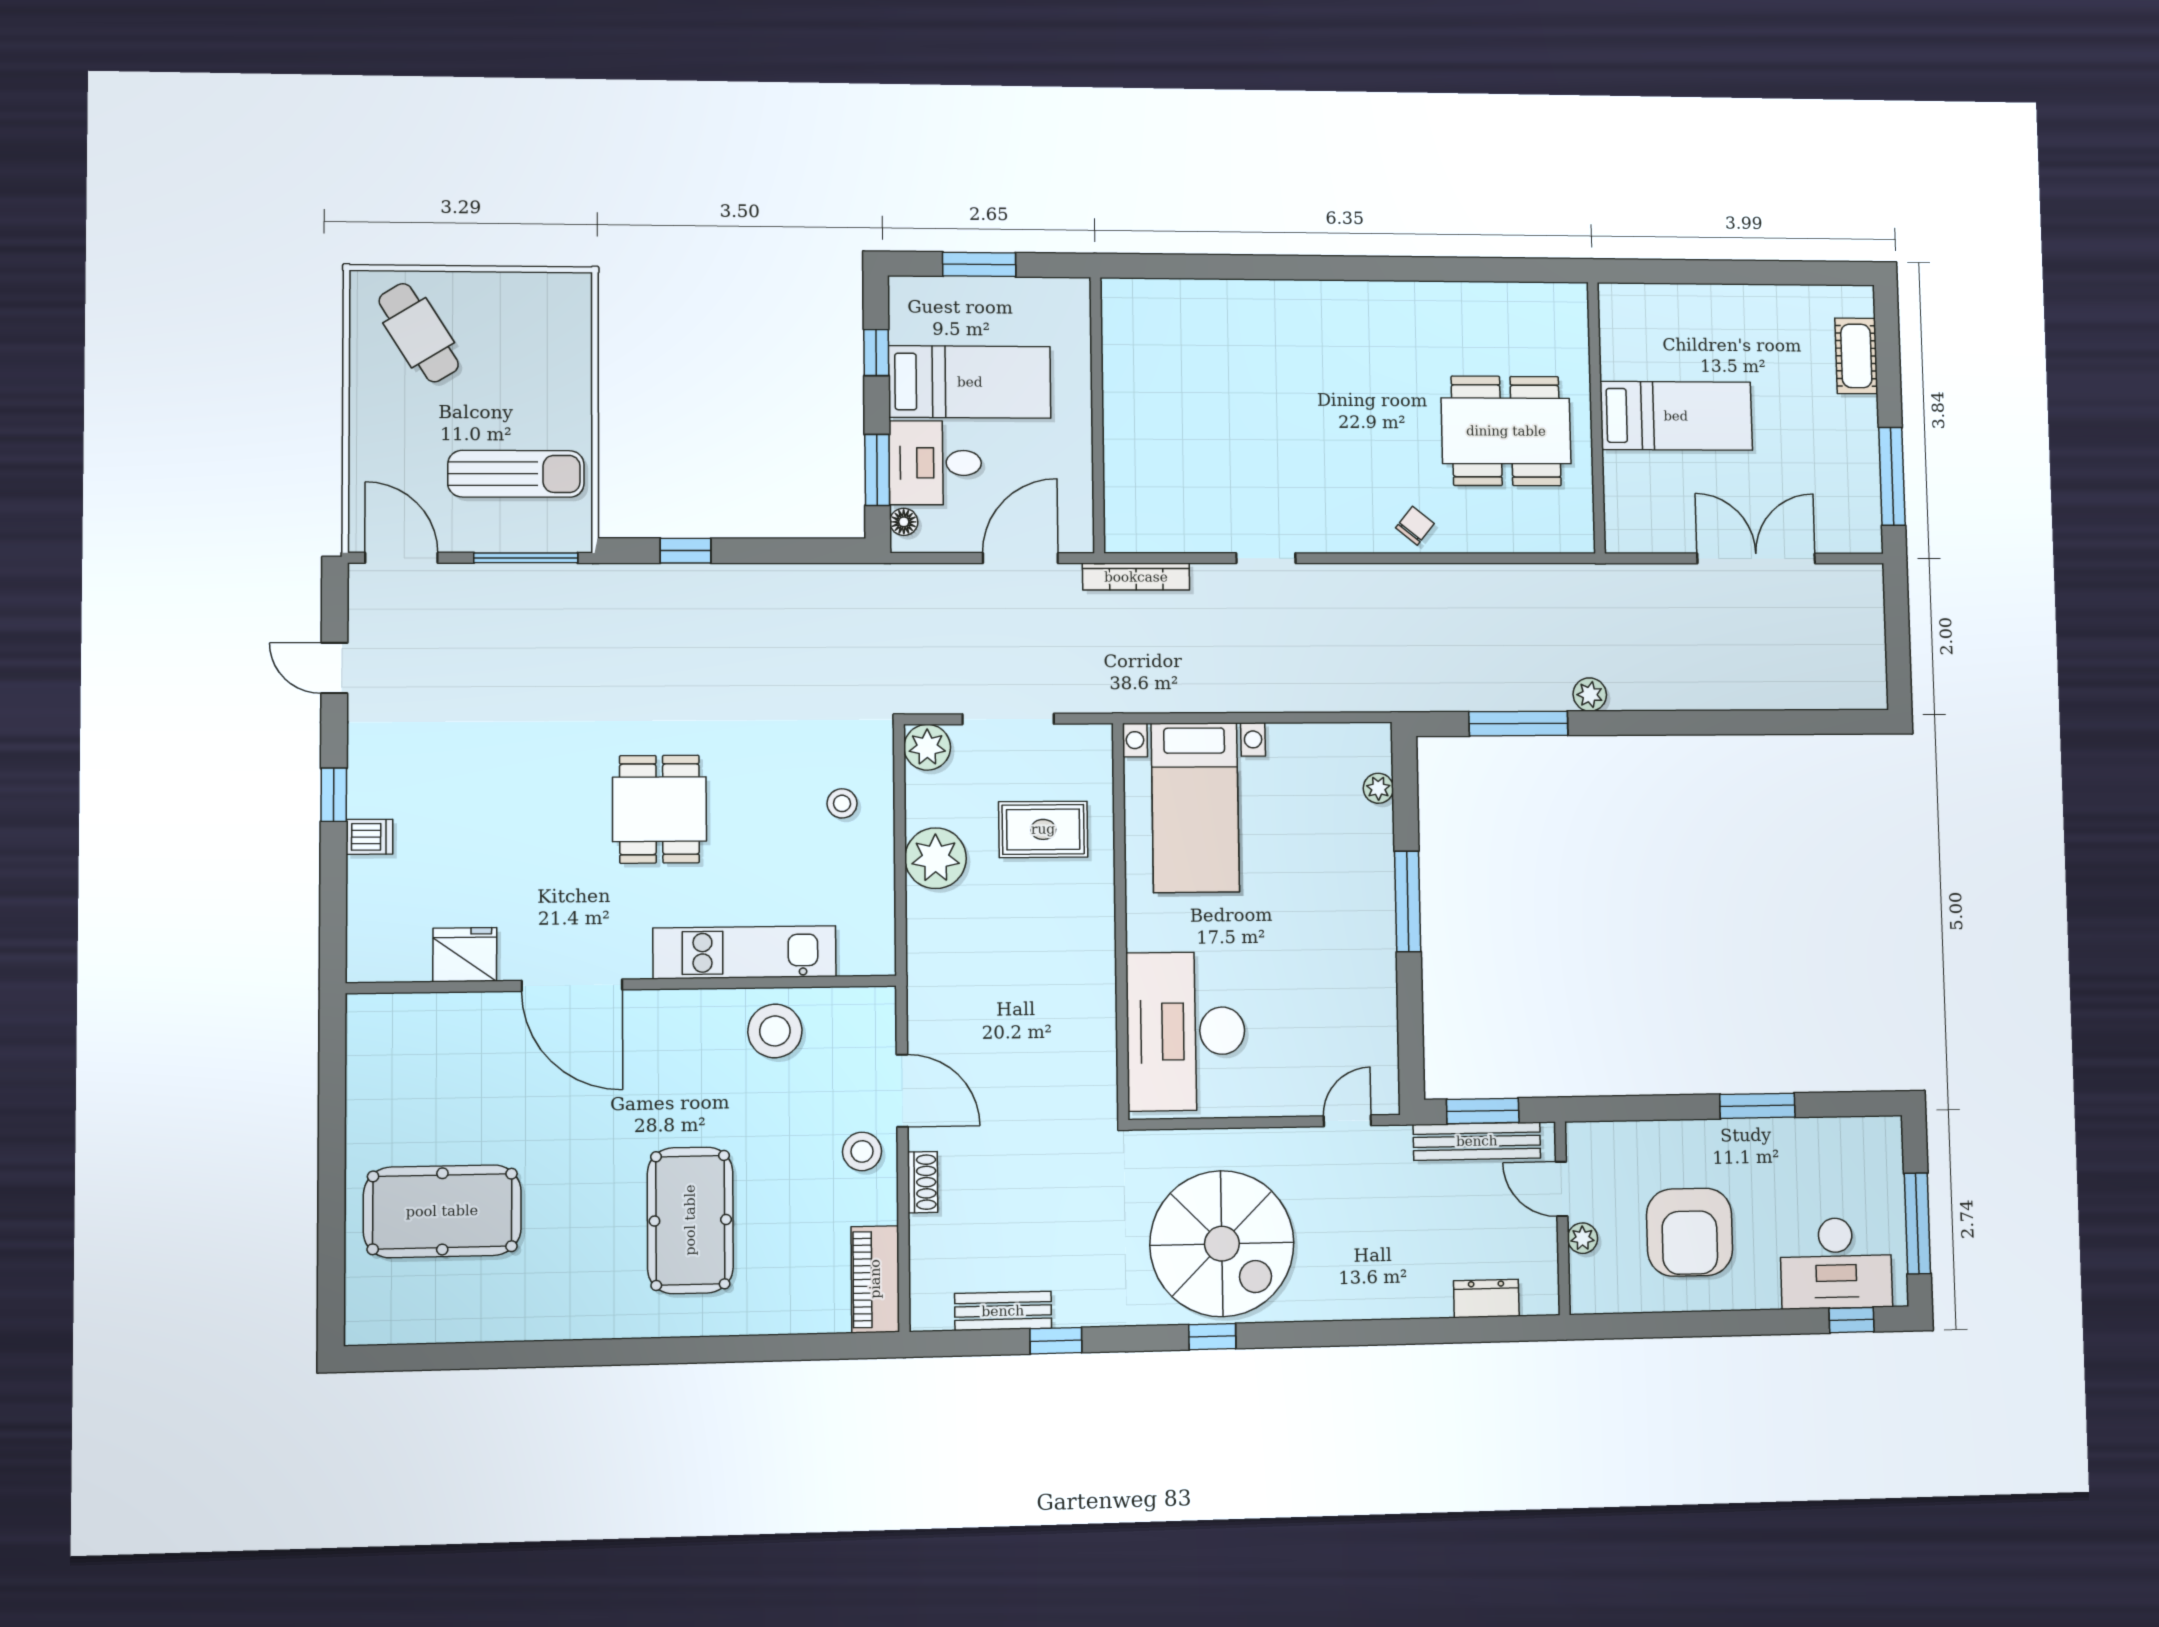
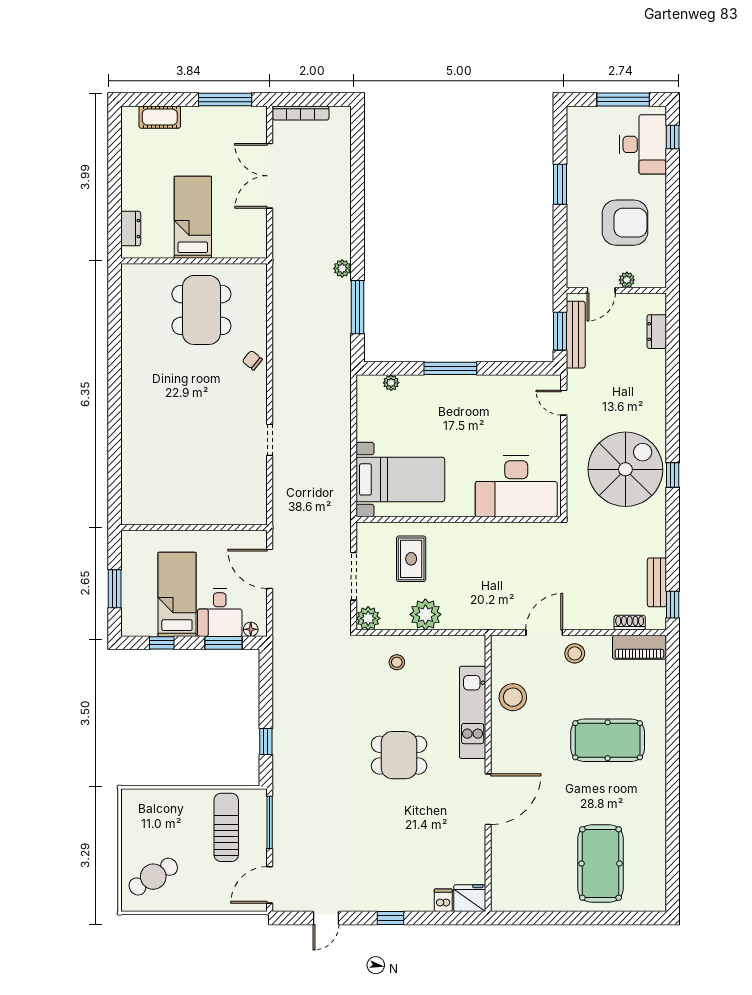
dresser: (1652, 301) -> (131, 229), added
bookcase: (1136, 577) -> (301, 113), moved, turned 90
dishwasher: (369, 837) -> (443, 900), moved
fridge: (465, 955) -> (470, 898), moved, turned 90
shoe rack: (923, 1182) -> (630, 623), moved
window: (1056, 1341) -> (673, 605), moved

